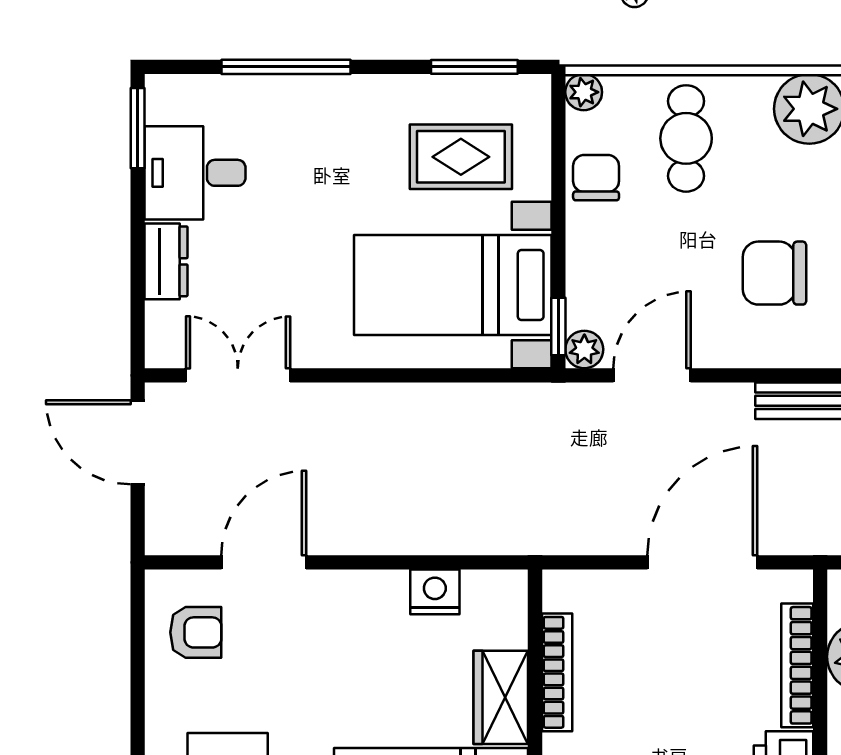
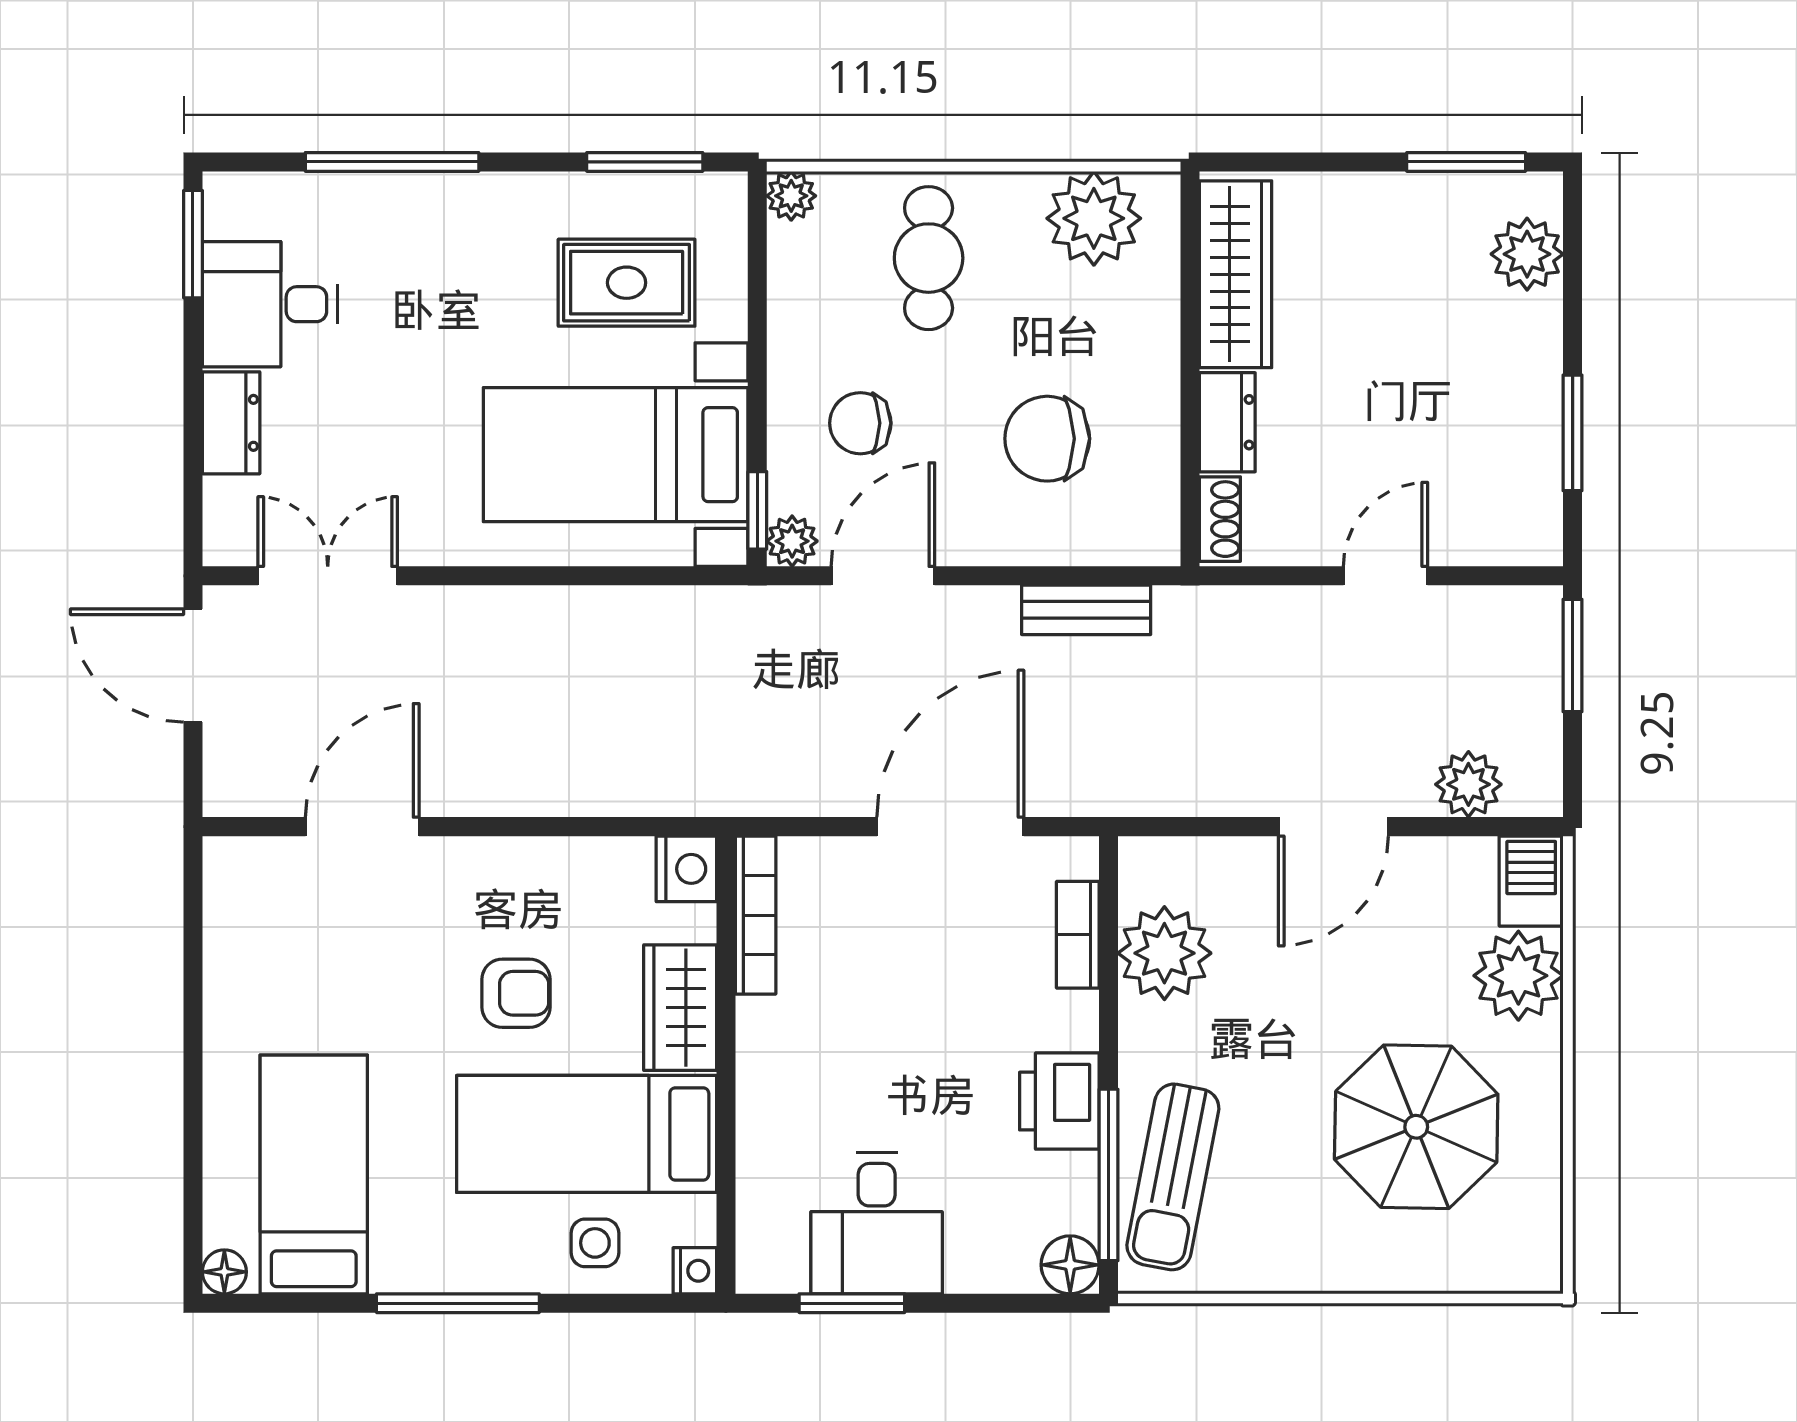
chair: (596, 178) -> (860, 423), moved, turned -90
nightstand: (435, 592) -> (686, 869), moved, turned 90
armchair: (196, 632) -> (516, 993), moved
bookcase: (797, 665) -> (1078, 935), width x0.64
bookcase: (557, 672) -> (756, 915), moved

